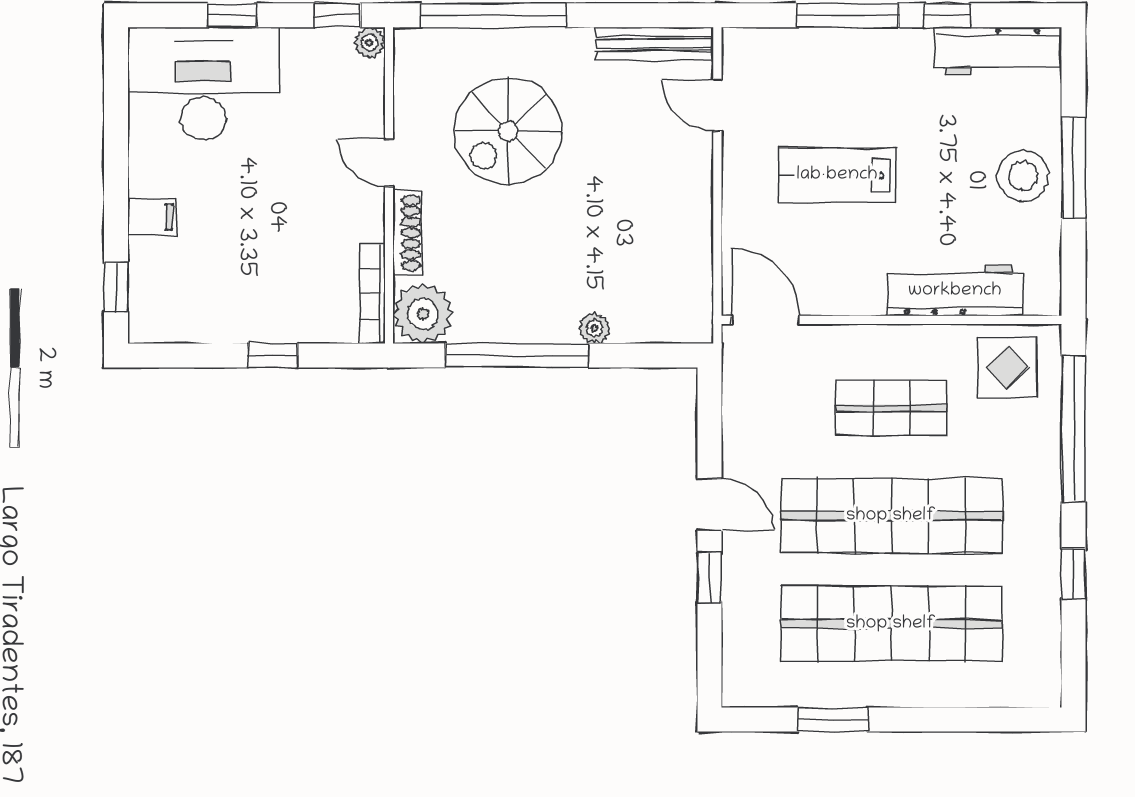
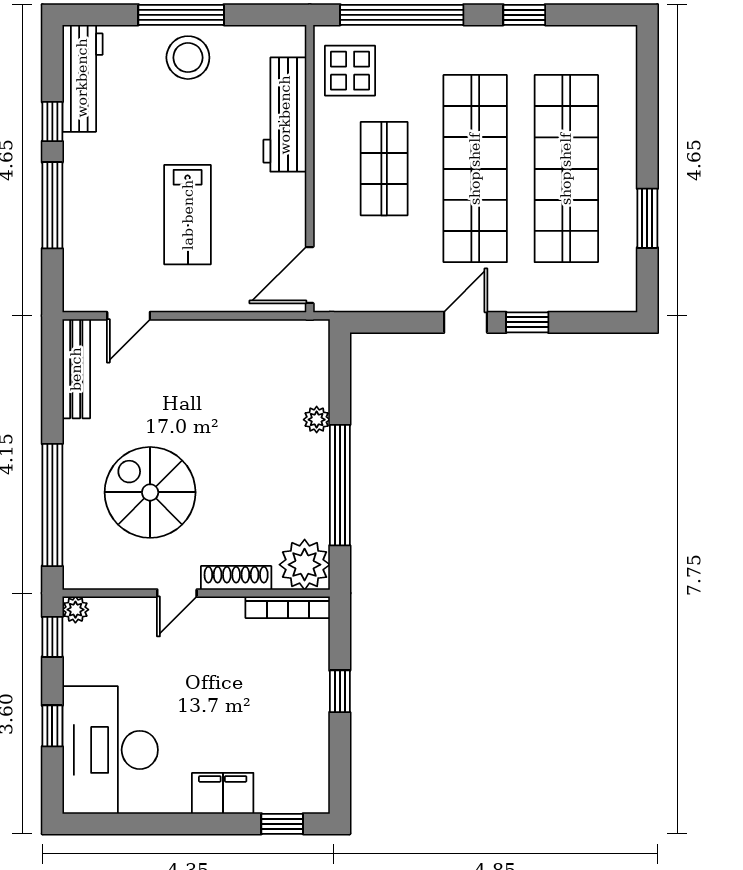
spiral stairs: (508, 131) -> (150, 492), turned 180
filing cabinet: (152, 217) -> (223, 793), width x2.00

